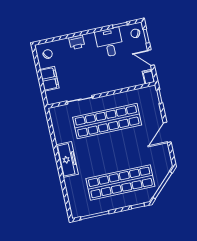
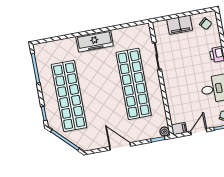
plant: (152, 90) -> (164, 132), added

